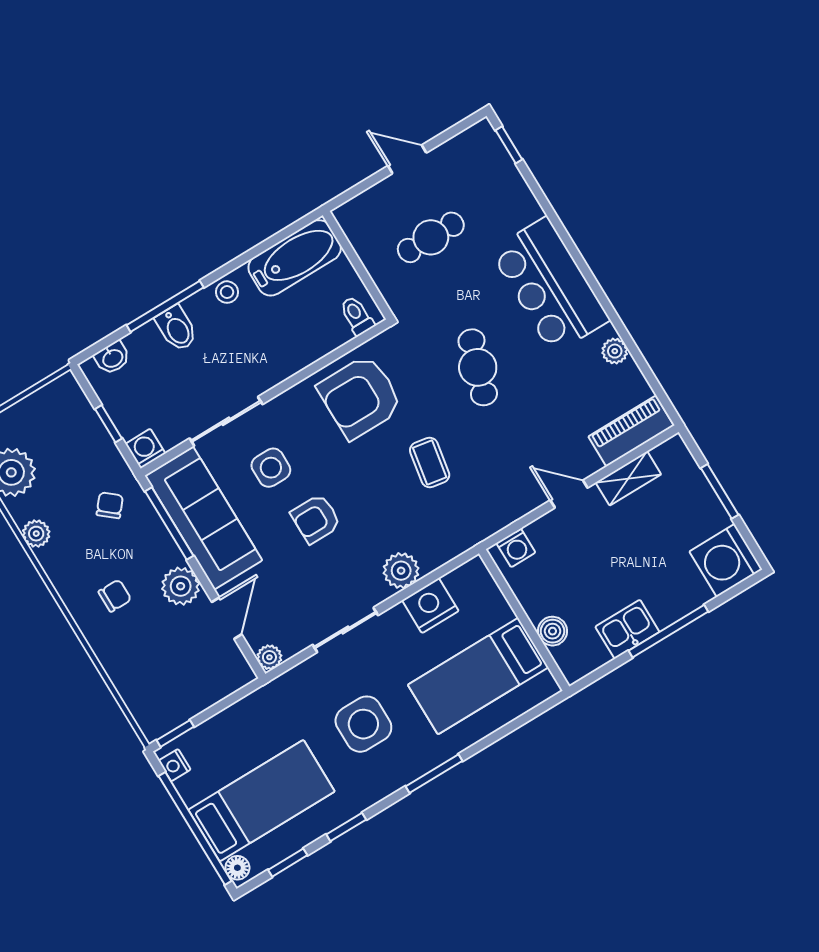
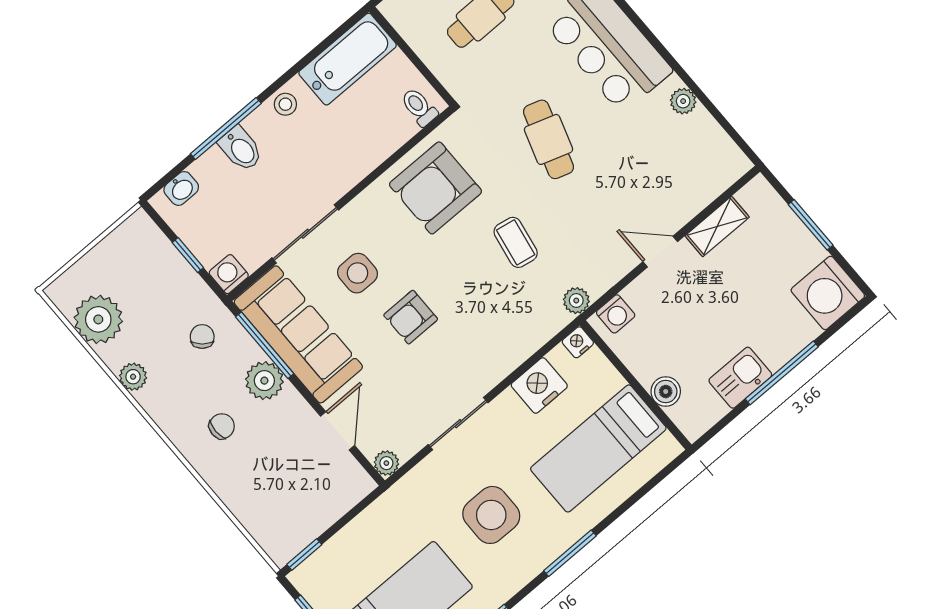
piano: (631, 431) -> (712, 179), removed
plant: (401, 571) -> (576, 301), moved, width x0.73, depth x0.73
plant: (181, 586) -> (264, 381), moved
nightstand: (175, 765) -> (578, 342), moved, turned 90

